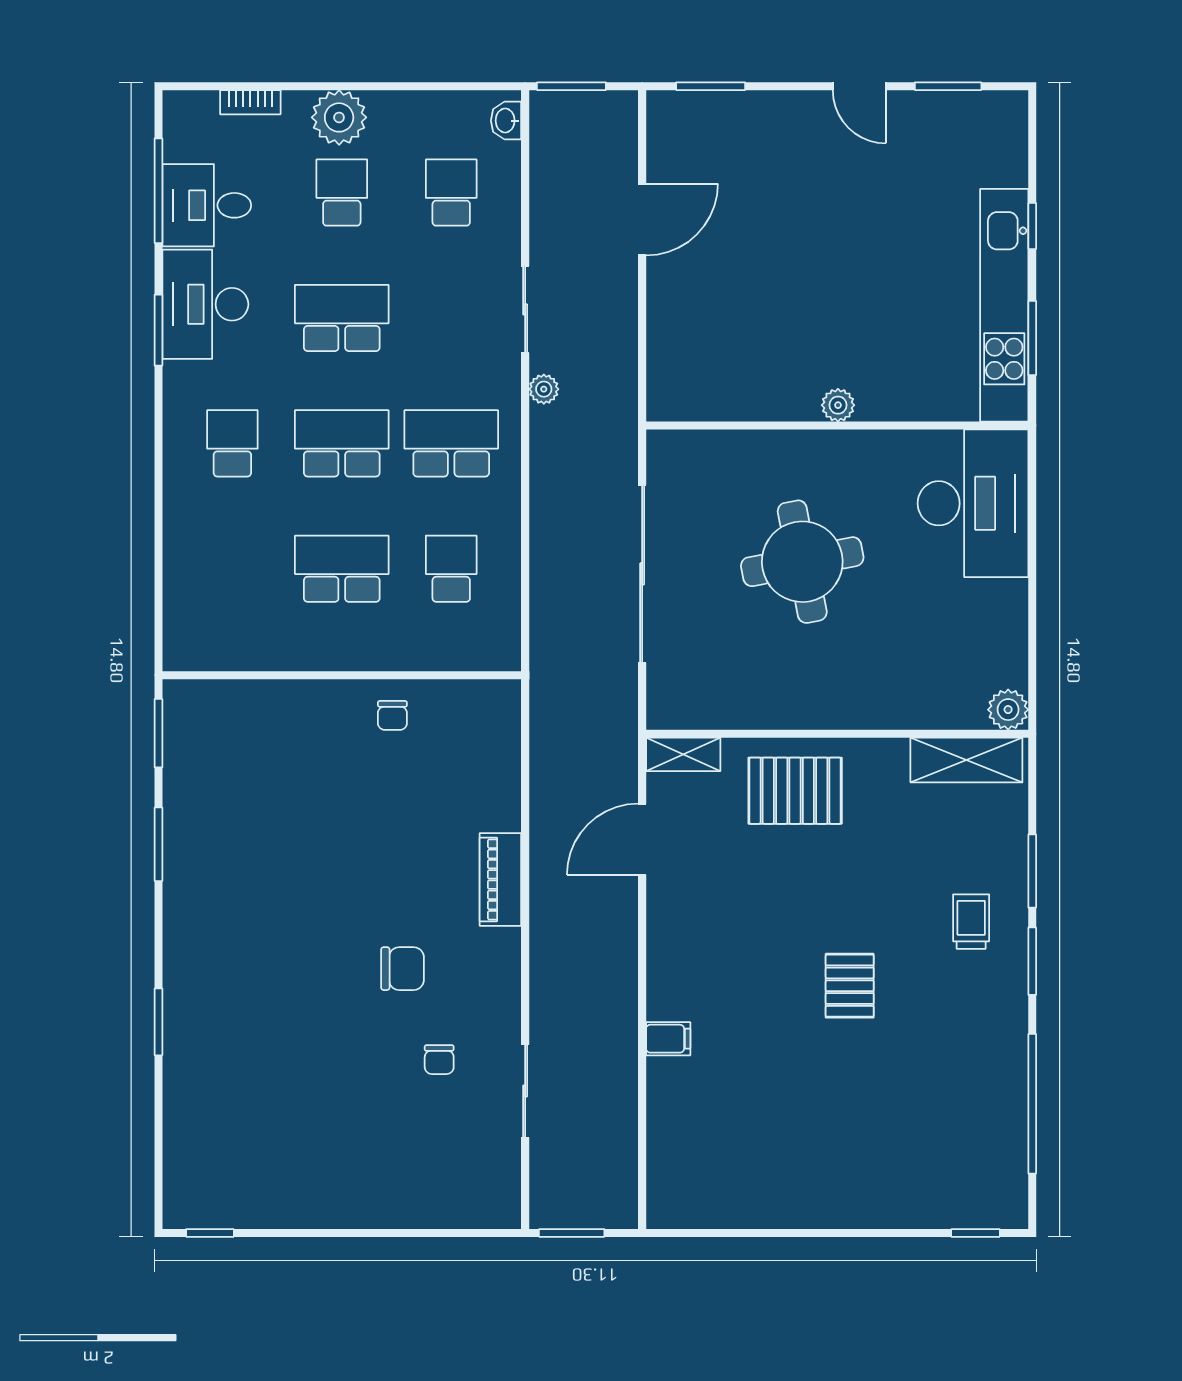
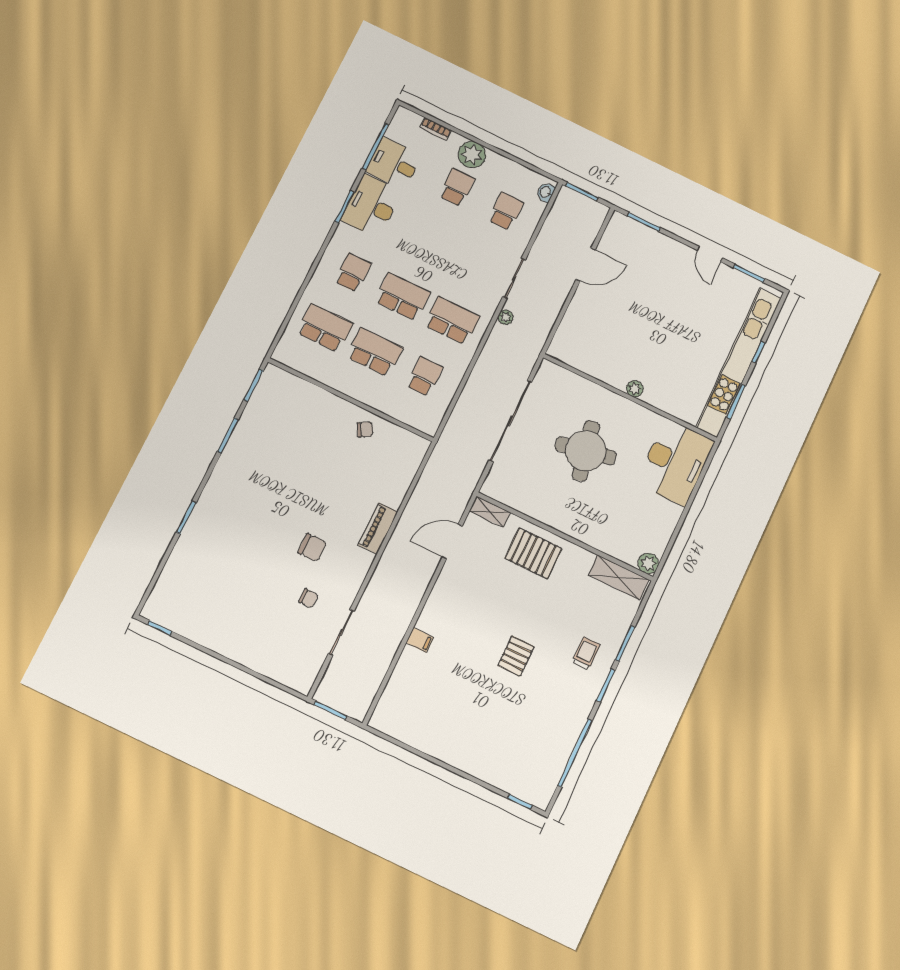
kitchen unit: (1004, 305) -> (739, 362), width x1.36
school desk: (342, 318) -> (325, 328), moved
chair: (392, 715) -> (365, 429), turned -121
chair: (439, 1060) -> (308, 598), turned -90

